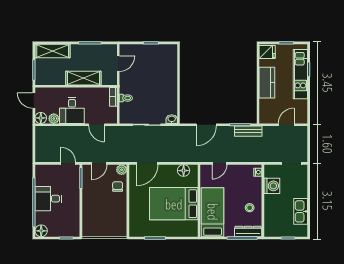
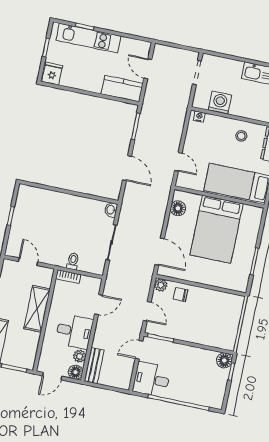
kitchen counter: (267, 83) -> (122, 89), moved
bench: (248, 131) -> (94, 366), moved
desk: (48, 199) -> (152, 379), moved, turned 90
floor lamp: (41, 231) -> (224, 360), moved

